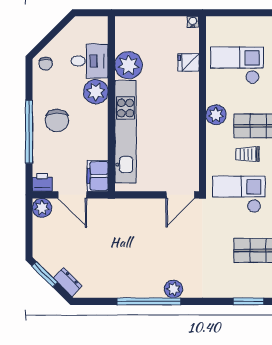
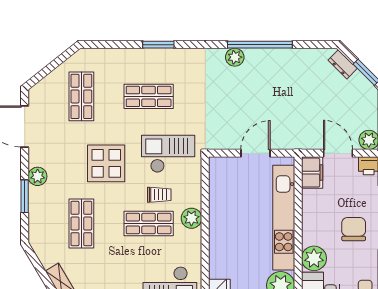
plant: (216, 115) -> (191, 218), moved
checkout: (239, 194) -> (168, 154), turned 180
door: (180, 195) -> (255, 153), moved

